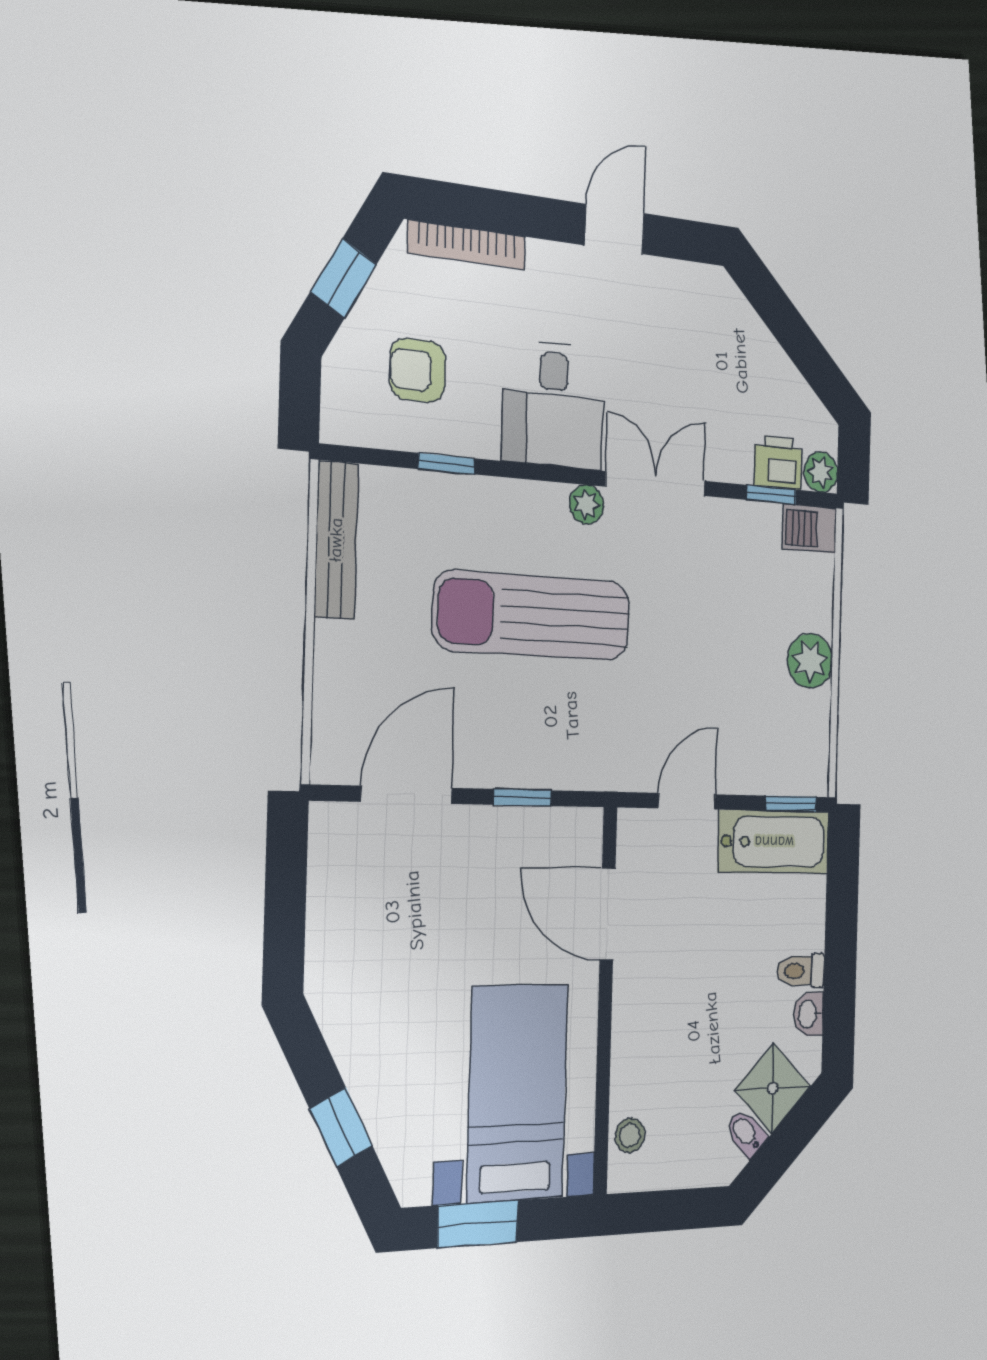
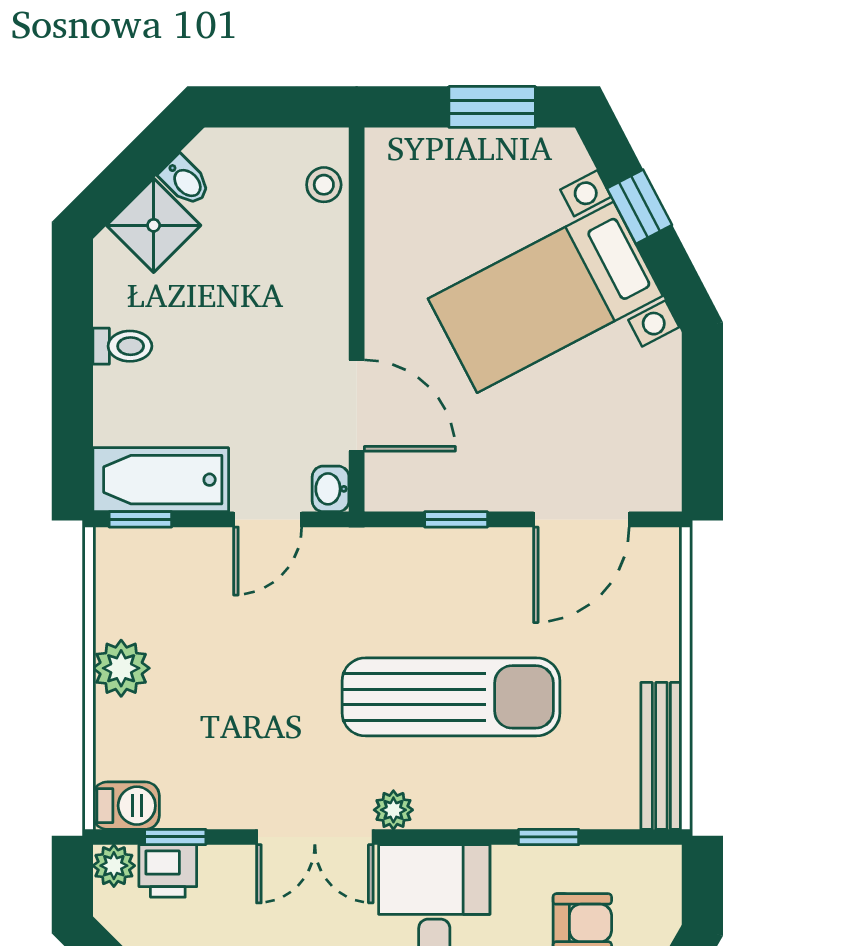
washbasin: (808, 1014) -> (331, 489), moved, turned 180
bed with nightstands: (517, 1093) -> (545, 297), moved, turned 62

